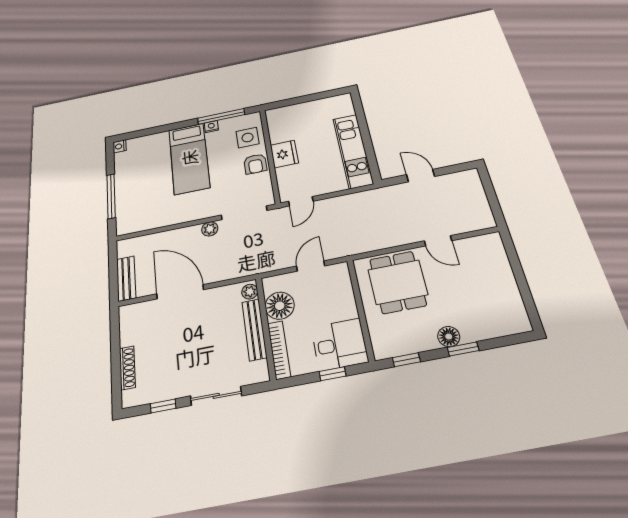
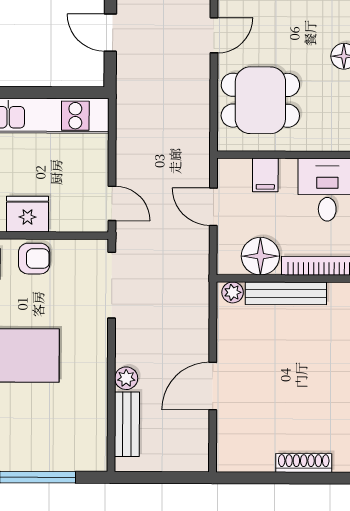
door: (421, 176) -> (110, 33), hinge flipped
plant: (210, 229) -> (126, 378), moved
bench: (126, 278) -> (127, 424), moved, turned 90
door: (180, 292) -> (213, 386), width x0.73
filing cabinet: (342, 297) -> (265, 175), added

